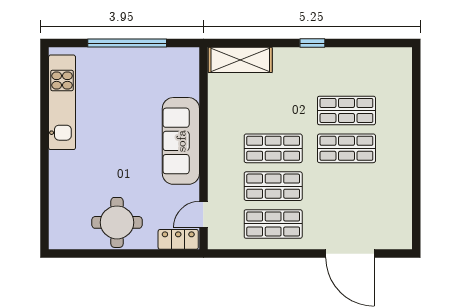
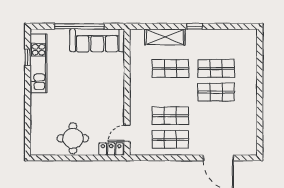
shelving: (240, 60) -> (165, 37), moved
window: (45, 93) -> (28, 57), added
sofa: (181, 141) -> (97, 40), moved, turned -90
shop shelf: (273, 148) -> (170, 68), moved

